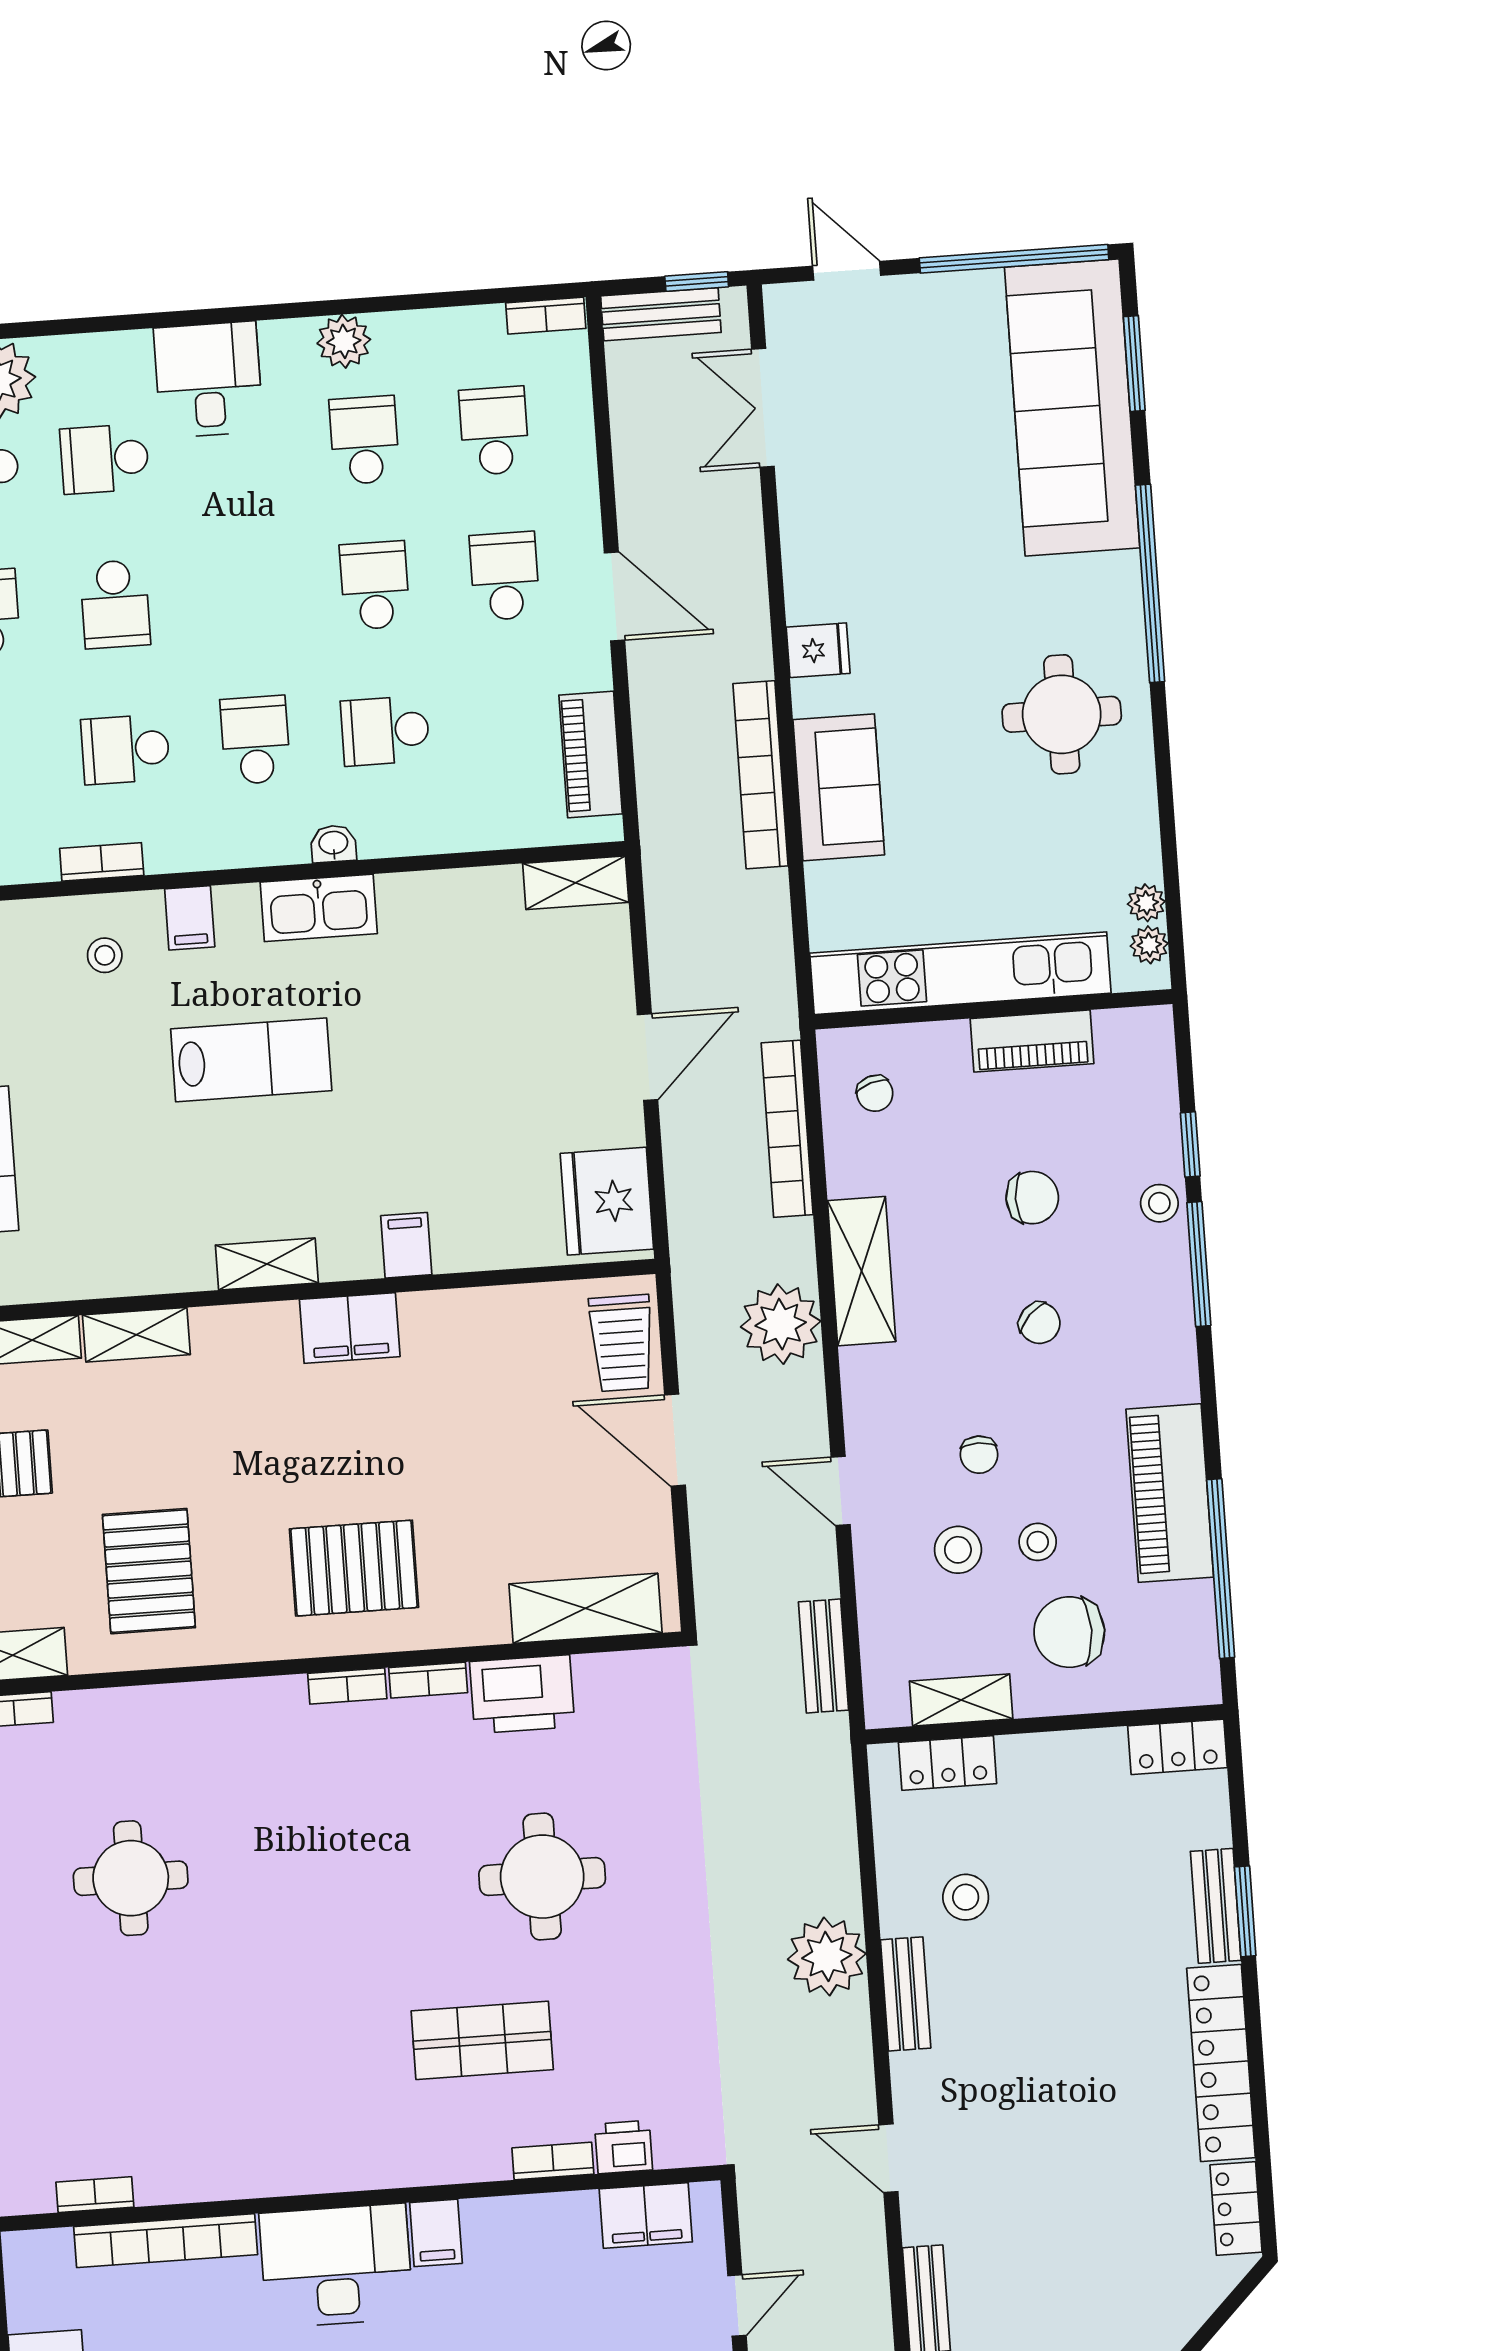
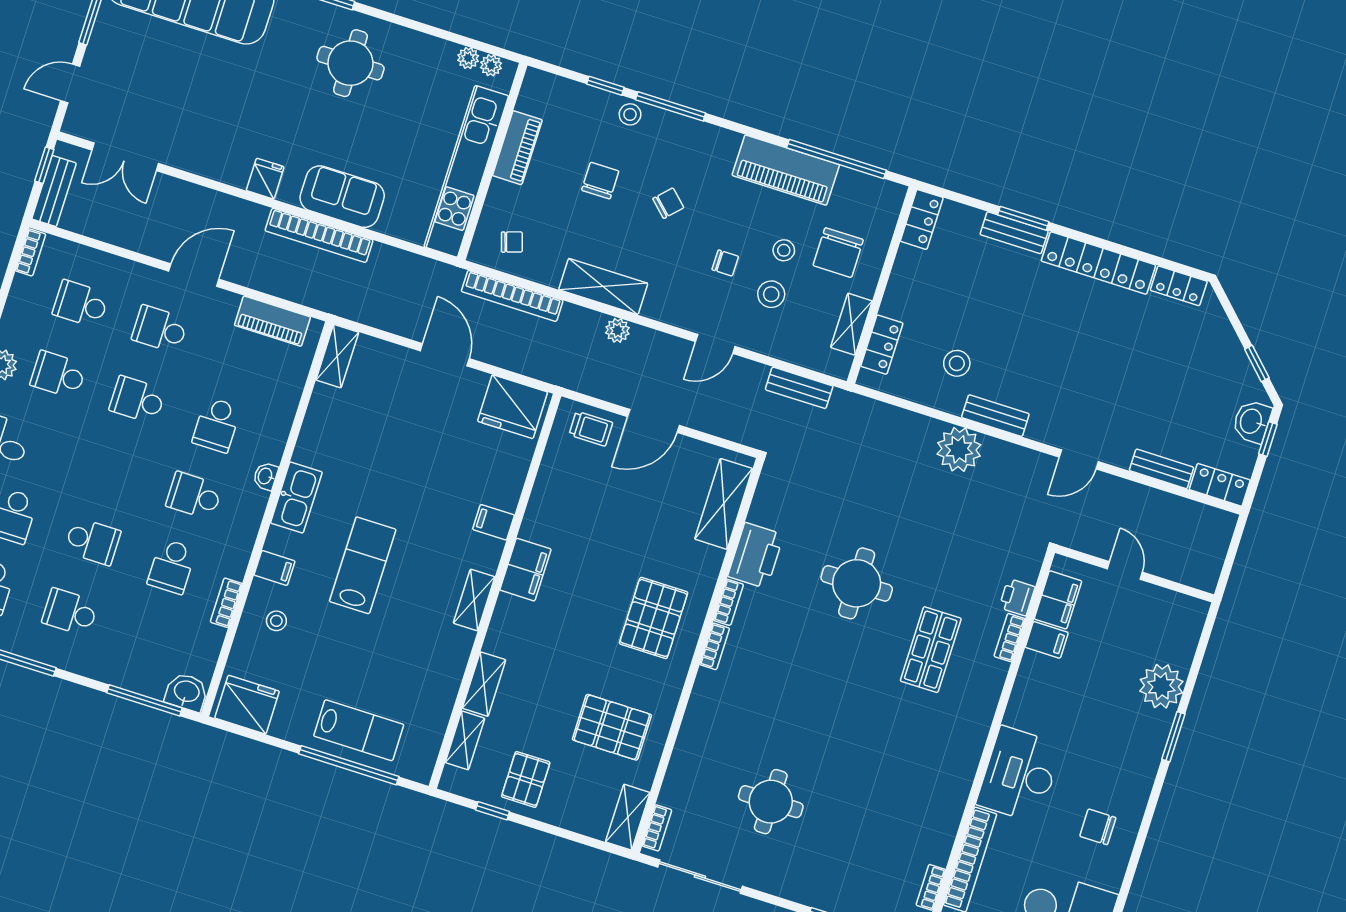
plant: (781, 1324) -> (617, 330), width x0.53, depth x0.53
trolley: (622, 1343) -> (591, 429), width x0.73, depth x0.72
filing cabinet: (436, 2233) -> (1047, 640), moved

